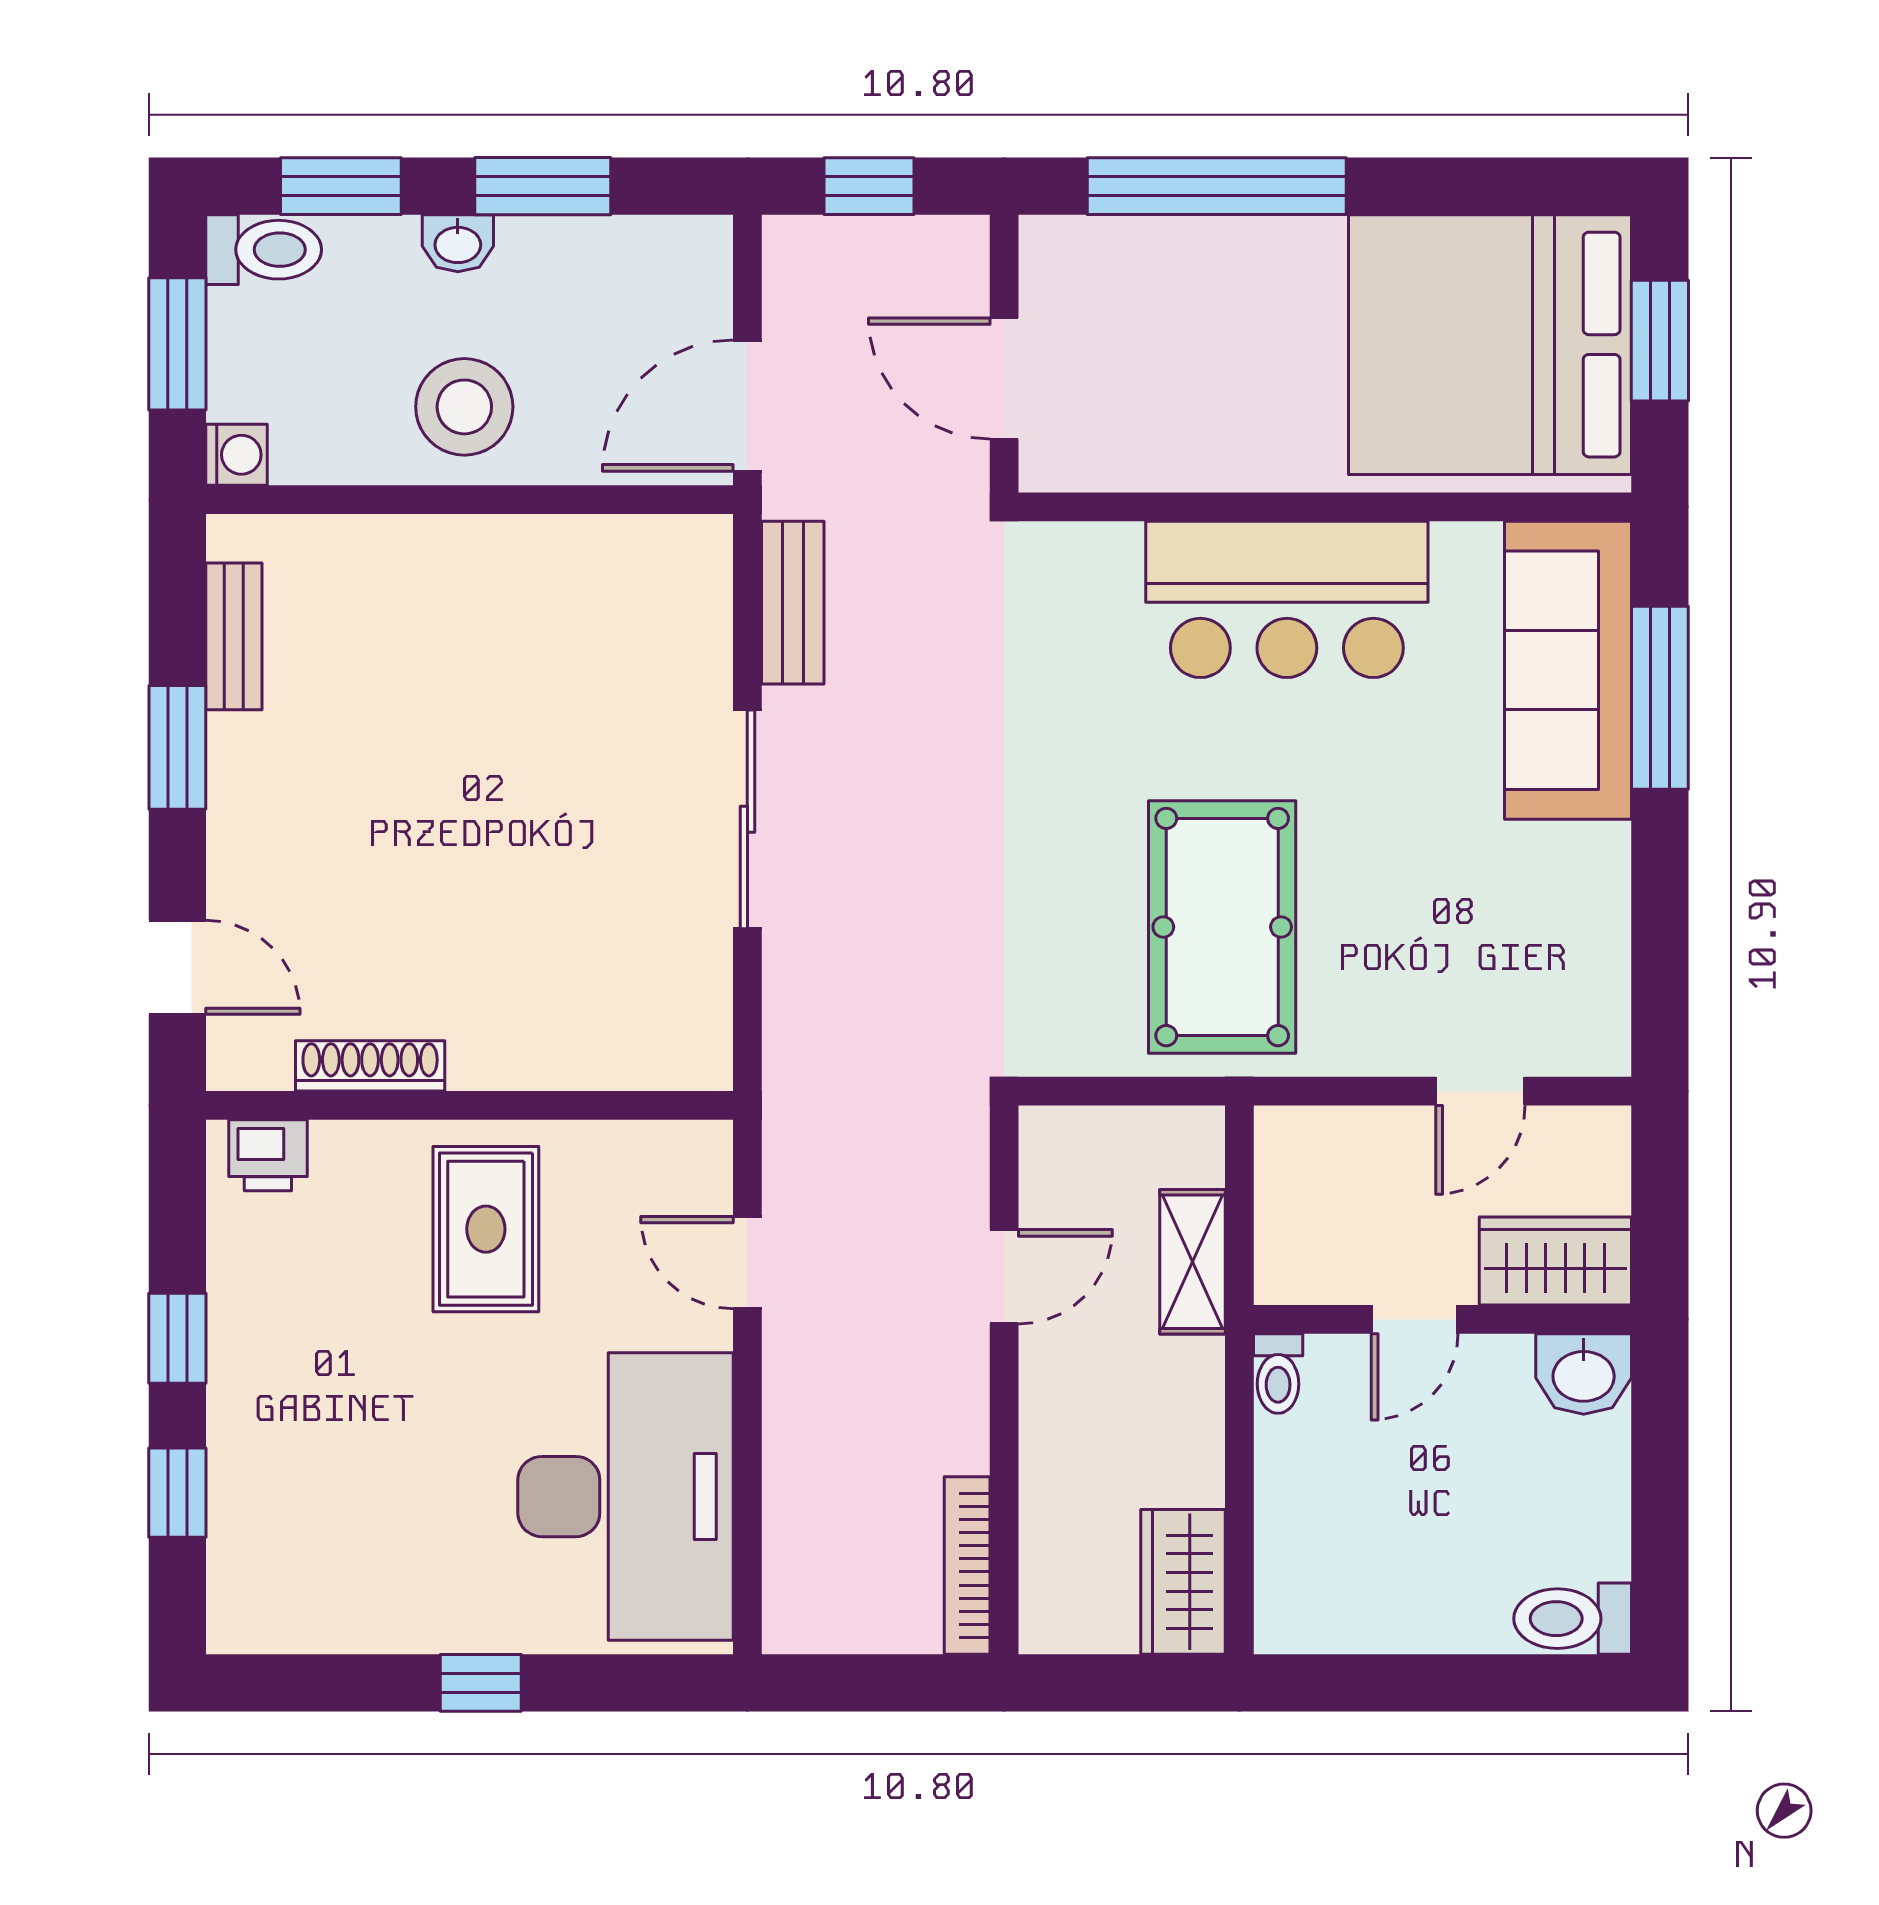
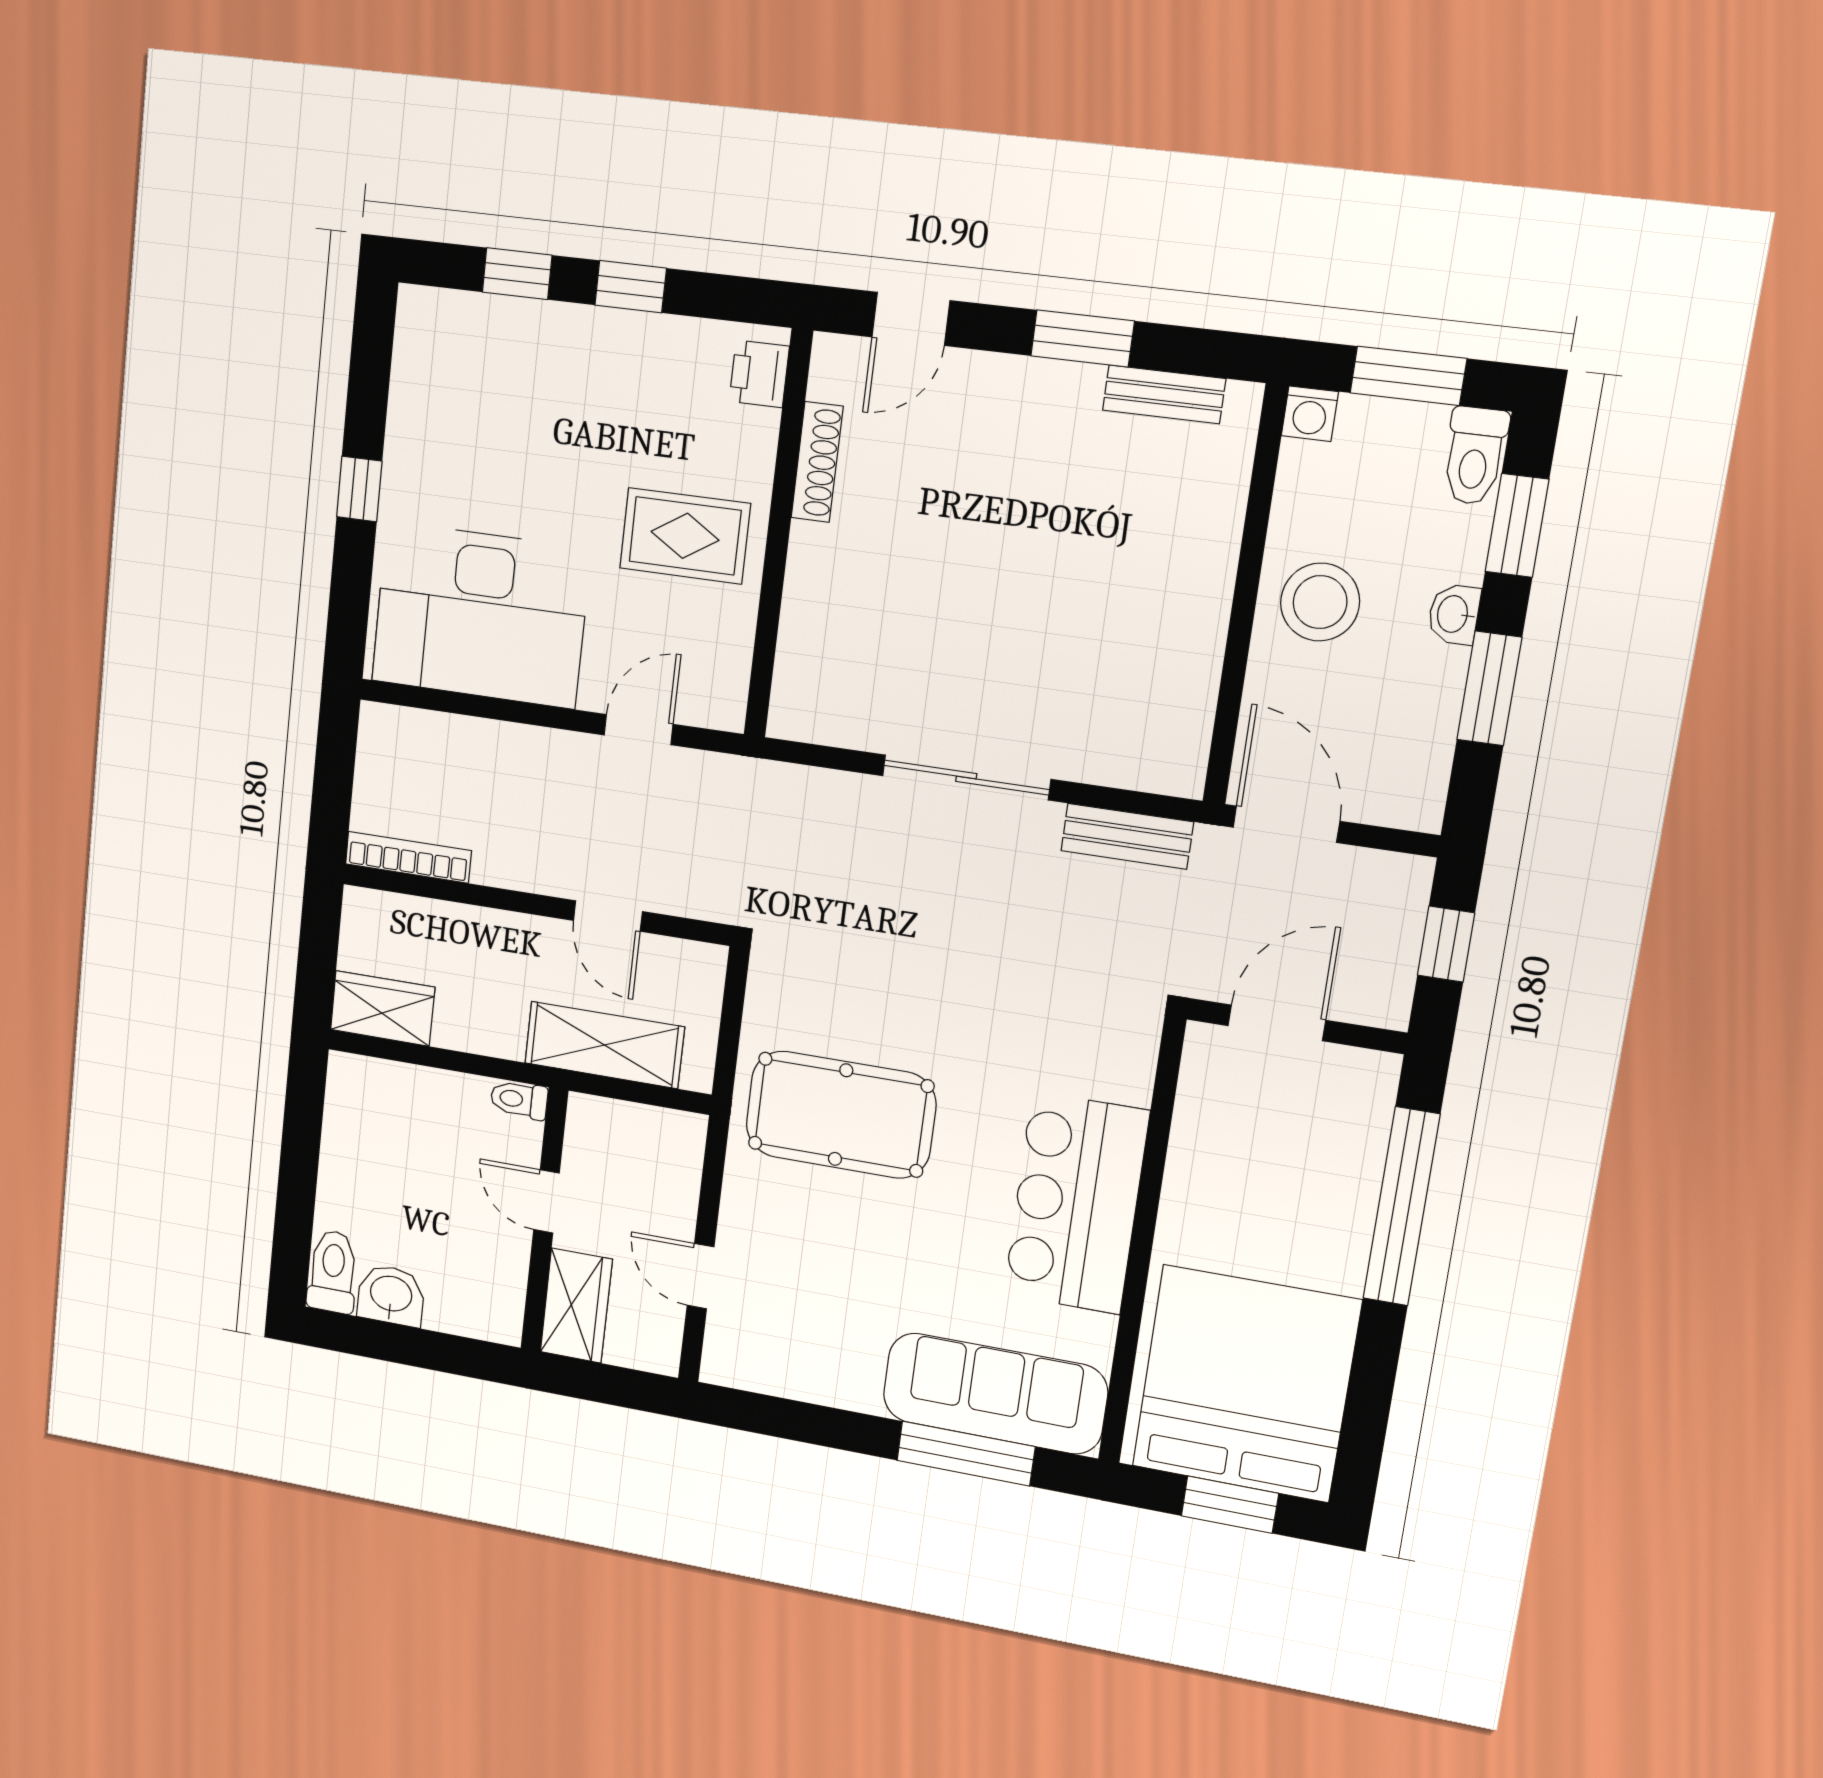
shelving: (1192, 1262) -> (604, 1045), width x1.50, depth x1.33
washbasin: (1584, 1374) -> (391, 1295), moved, turned 90

